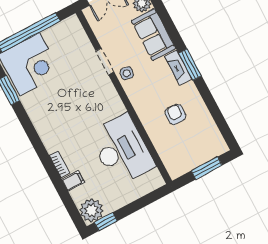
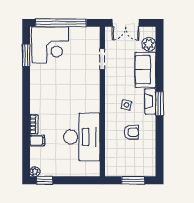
doorway: (105, 61) -> (102, 59), moved
side table: (127, 73) -> (126, 105), moved
armchair: (175, 114) -> (131, 132), turned 90
plant: (92, 210) -> (35, 172), width x0.53, depth x0.53

